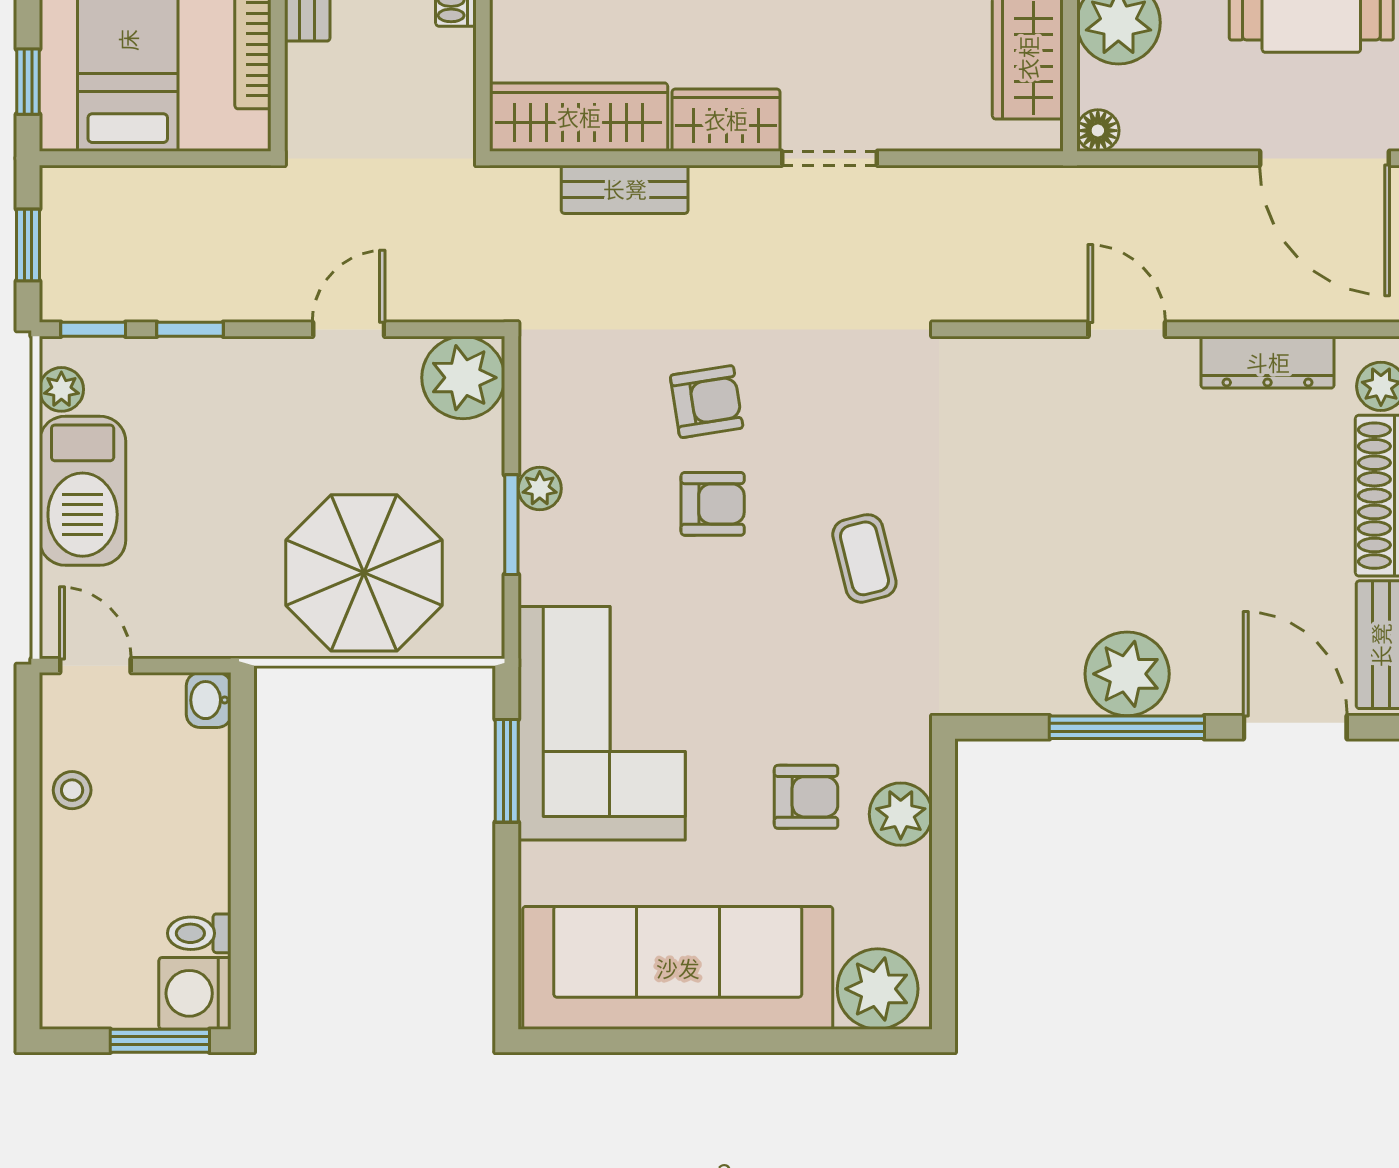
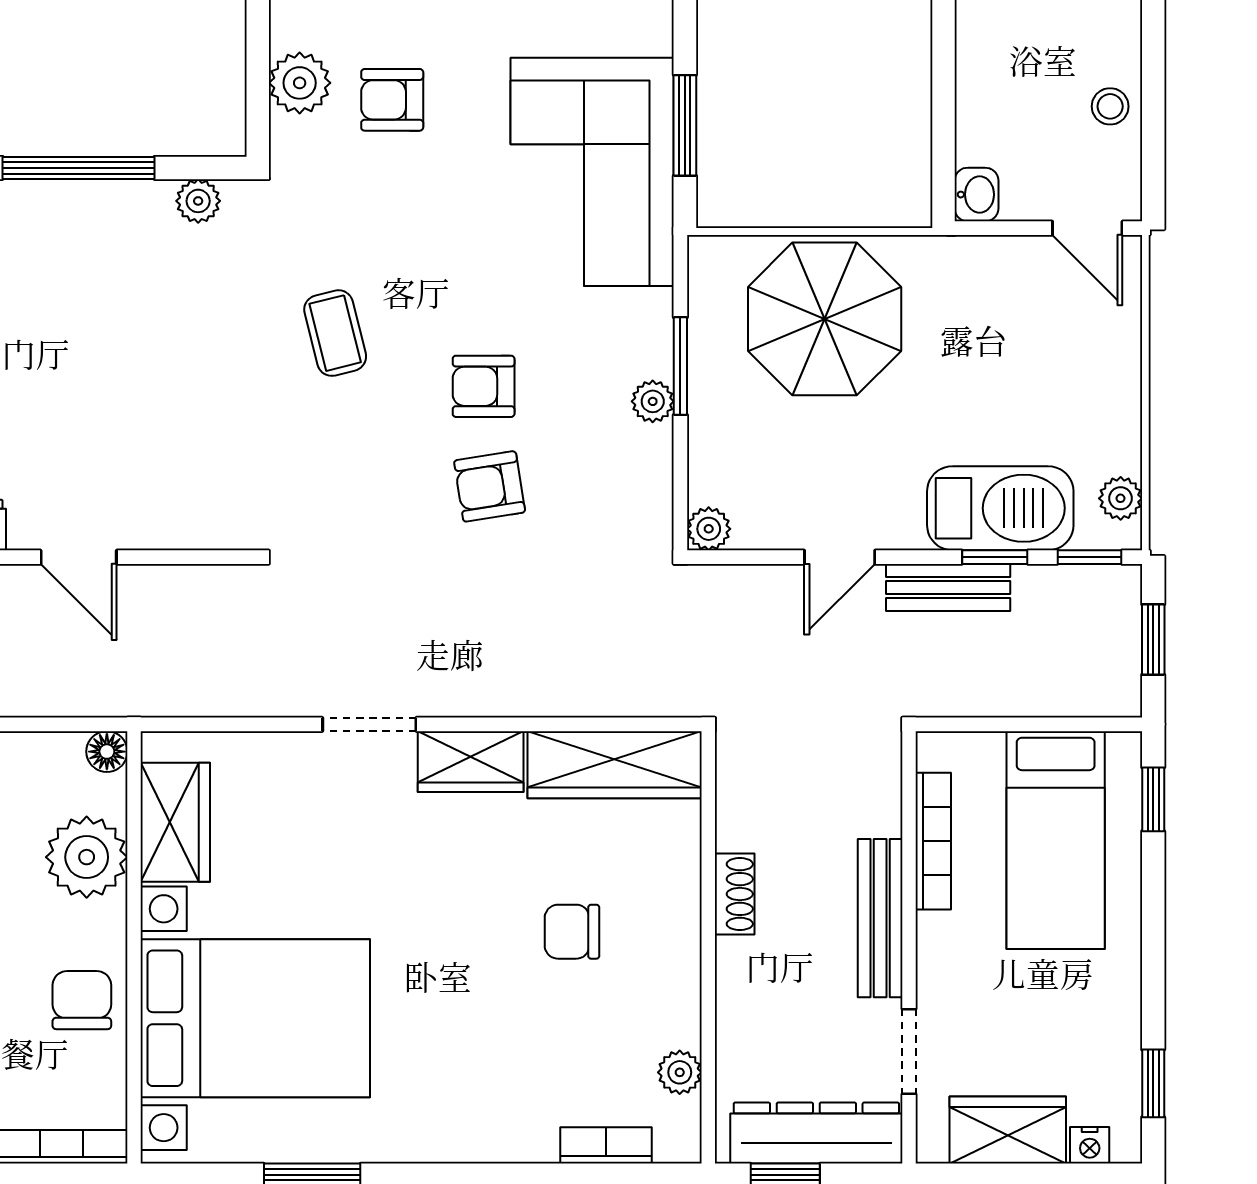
bench: (625, 189) -> (948, 587), moved
plant: (463, 378) -> (709, 529), width x0.53, depth x0.53
barbecue: (83, 491) -> (1000, 508), moved, turned 90
plant: (1127, 674) -> (198, 201), moved, width x0.53, depth x0.53

